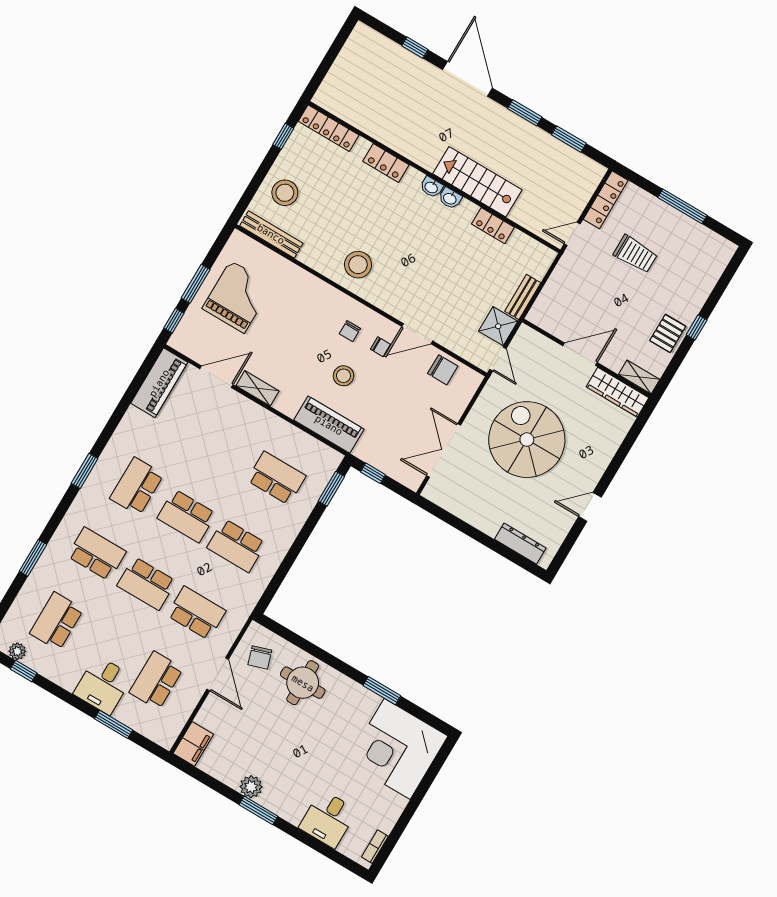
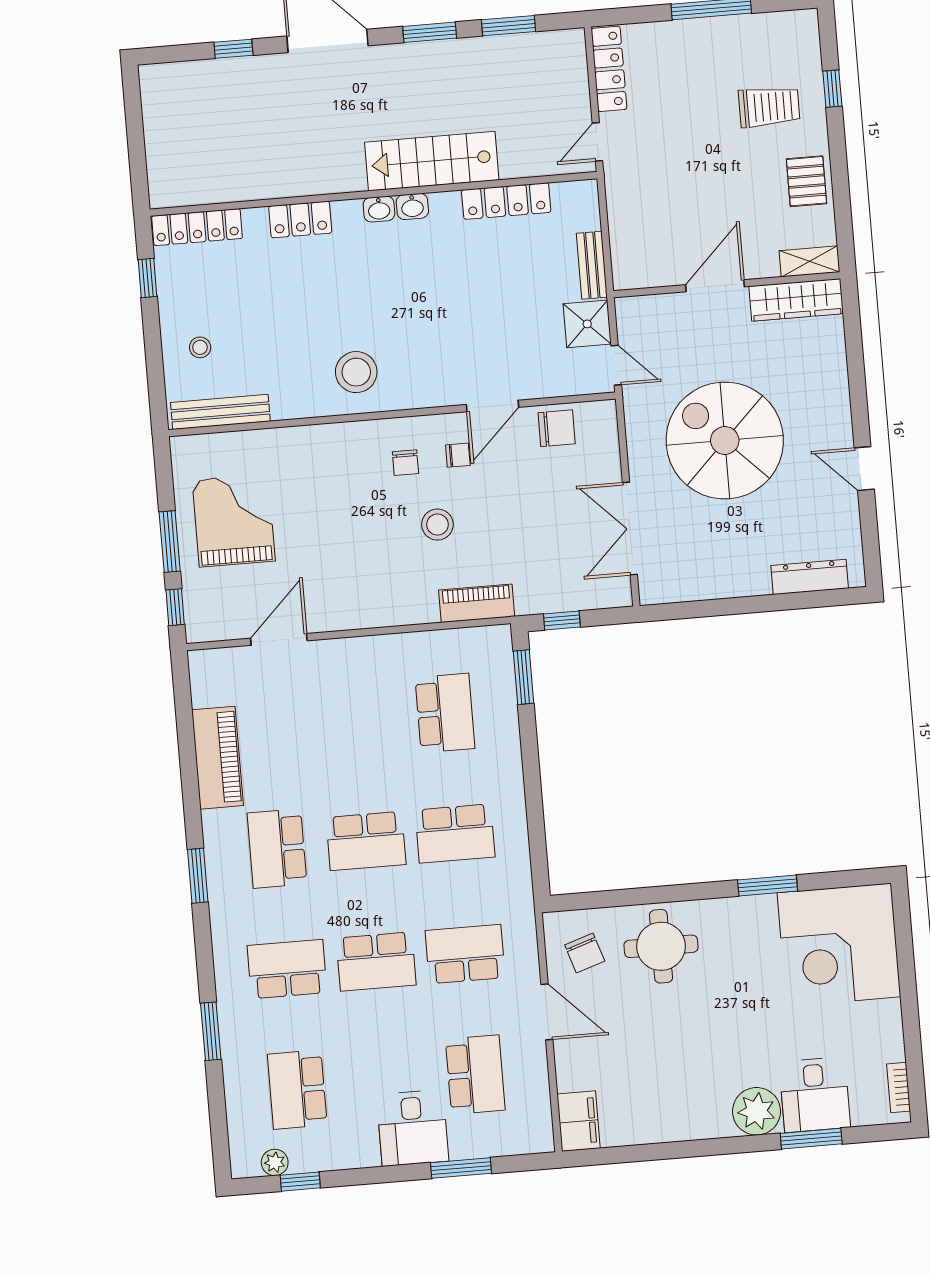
stool: (285, 193) -> (200, 347), width x0.53, depth x0.53
locker: (493, 226) -> (506, 201), width x1.53
trolley: (635, 254) -> (769, 107), moved
window: (697, 327) -> (832, 89), moved
piano: (159, 383) -> (217, 758), moved
shelving: (258, 388) -> (341, 617), removed
piano: (329, 425) -> (477, 603), width x0.73, depth x0.75
school desk: (276, 478) -> (445, 713), turned 90
door: (590, 507) -> (864, 469), hinge flipped
school desk: (156, 680) -> (475, 1075), turned 180
plant: (251, 787) -> (757, 1111), moved, width x1.36, depth x1.36
window: (258, 810) -> (811, 1139), moved

